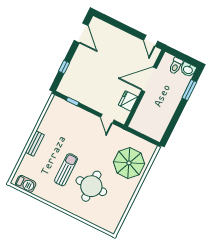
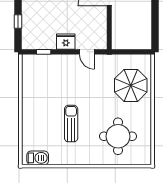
fridge: (128, 101) -> (66, 42), moved, turned 90
bench: (35, 144) -> (27, 113), removed
round table: (91, 186) -> (118, 136), moved

